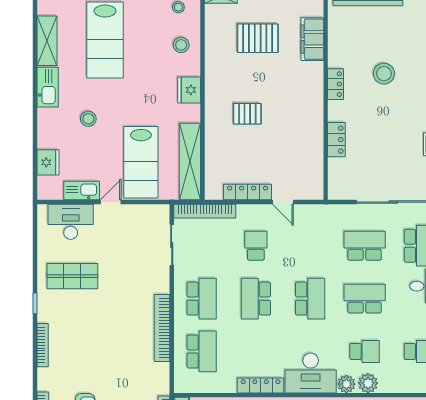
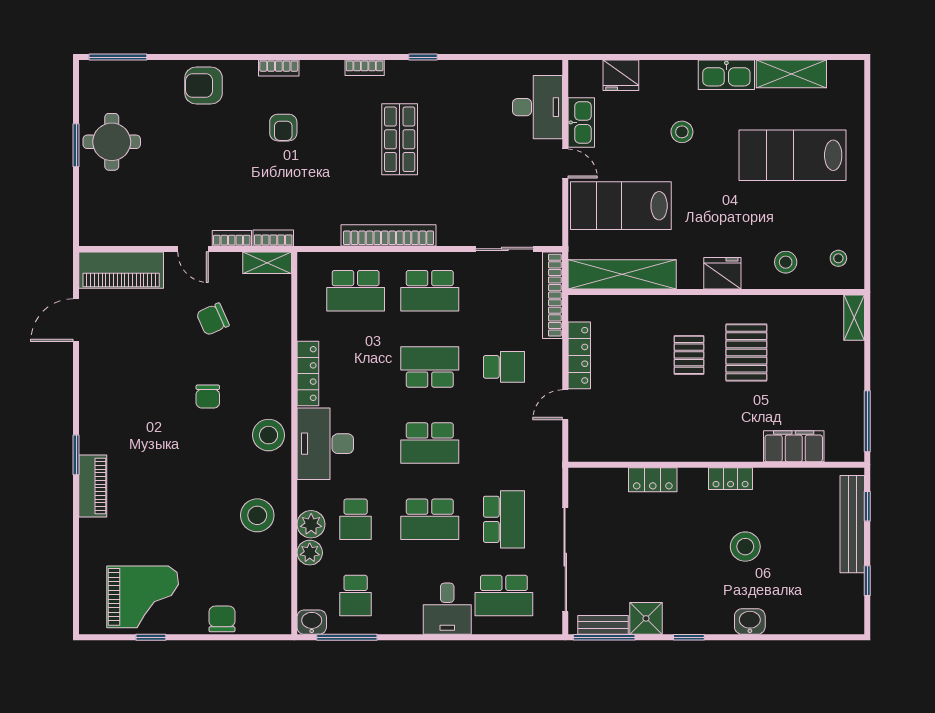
pallet: (258, 38) -> (746, 352), moved
shop shelf: (72, 276) -> (400, 139), moved
school desk: (365, 299) -> (430, 519), turned 90
bookcase: (43, 345) -> (365, 68), width x0.64
plant: (346, 384) -> (310, 553), moved

